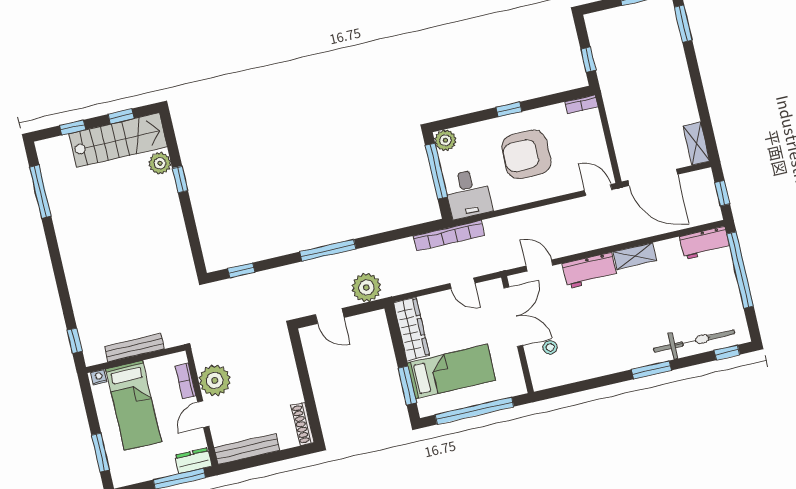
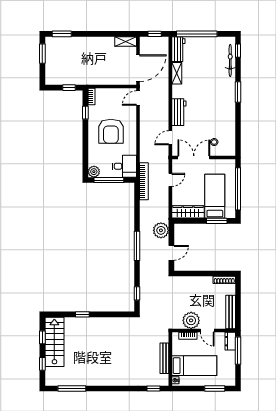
window: (509, 109) -> (85, 113), moved
plant: (160, 163) -> (71, 323), removed
shelving: (635, 256) -> (177, 73), moved
bicycle: (694, 341) -> (230, 60), width x0.73, depth x0.71

